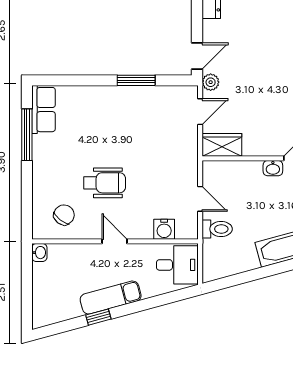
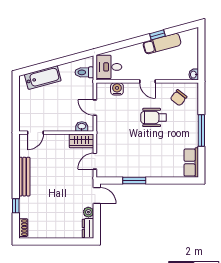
door: (197, 56) -> (97, 195), swing flipped
plant: (211, 82) -> (88, 212), moved
window: (27, 135) -> (201, 130), moved
washbasin: (273, 168) -> (82, 126), moved
toilet: (217, 229) -> (84, 72), moved
exam couch: (111, 298) -> (162, 44), moved

